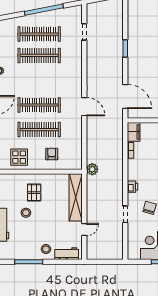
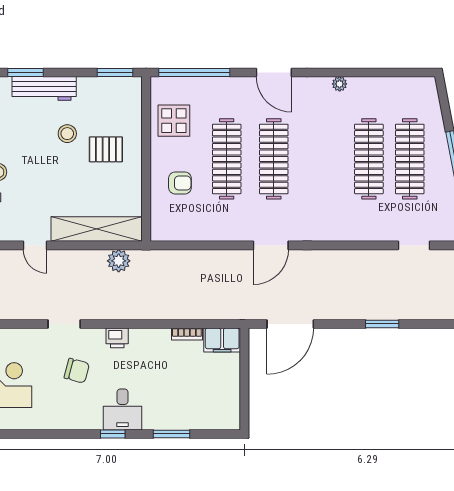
plant: (92, 169) -> (119, 261), moved

